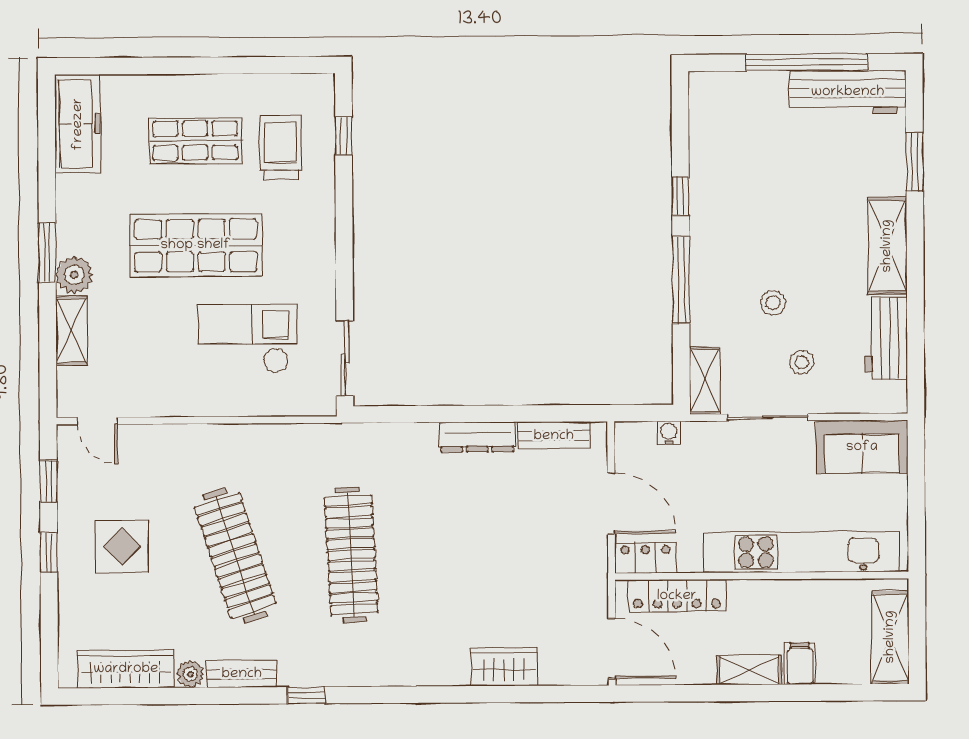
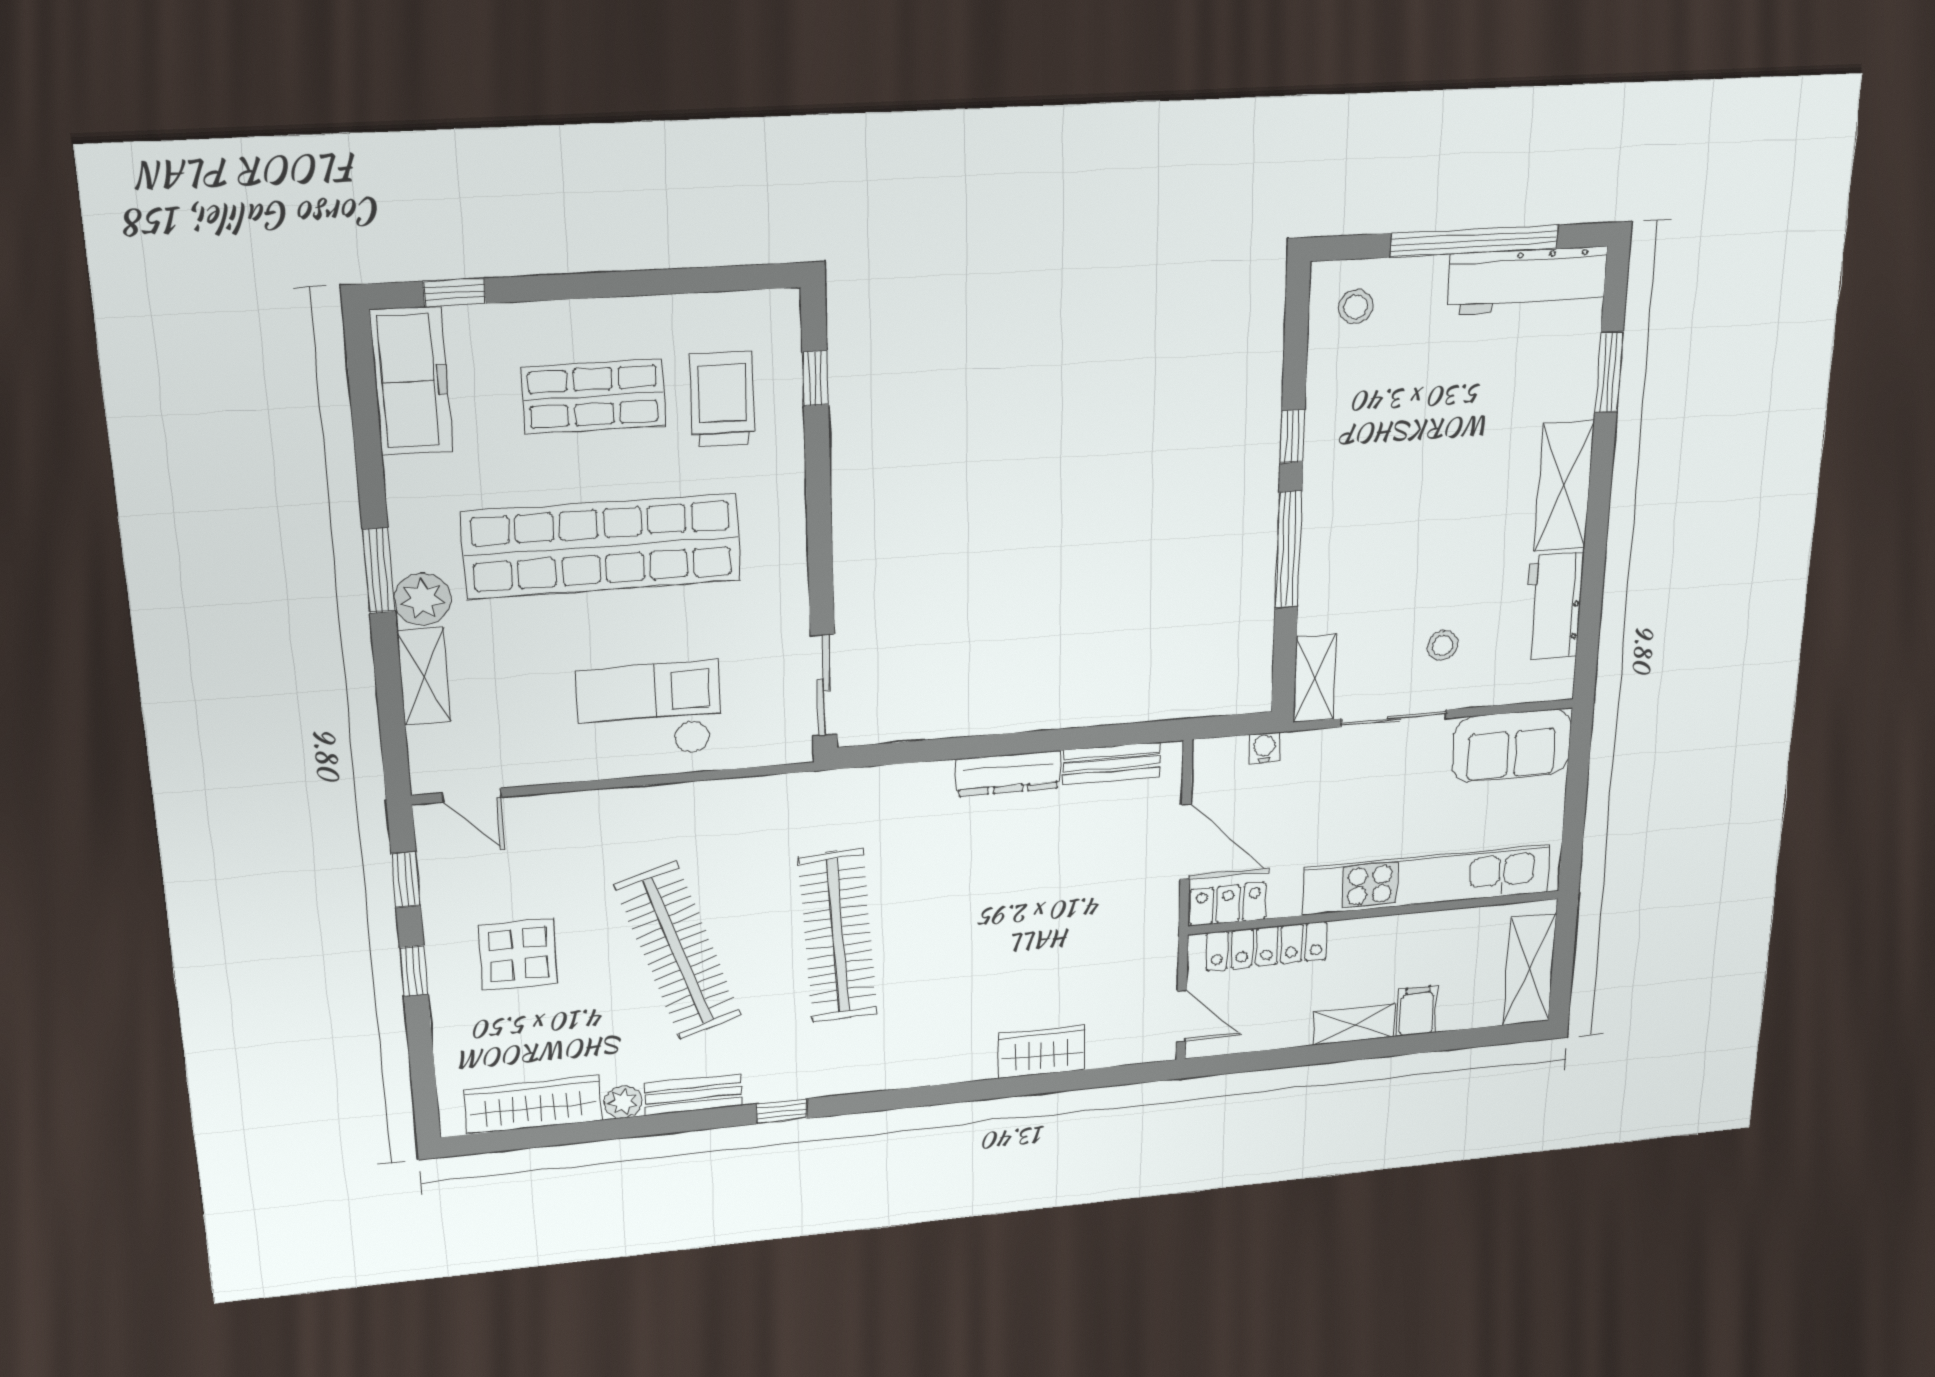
window: (109, 66) -> (454, 292), added
shop shelf: (196, 245) -> (602, 546), width x1.40
stool: (773, 303) -> (1356, 307), moved
checkout: (247, 338) -> (649, 711), moved
door: (612, 648) -> (1182, 1016), width x0.73

